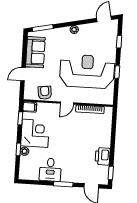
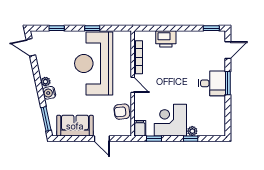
water cooler: (65, 32) -> (49, 93), added
printer: (103, 156) -> (166, 39), moved
desk: (50, 170) -> (212, 83), moved

